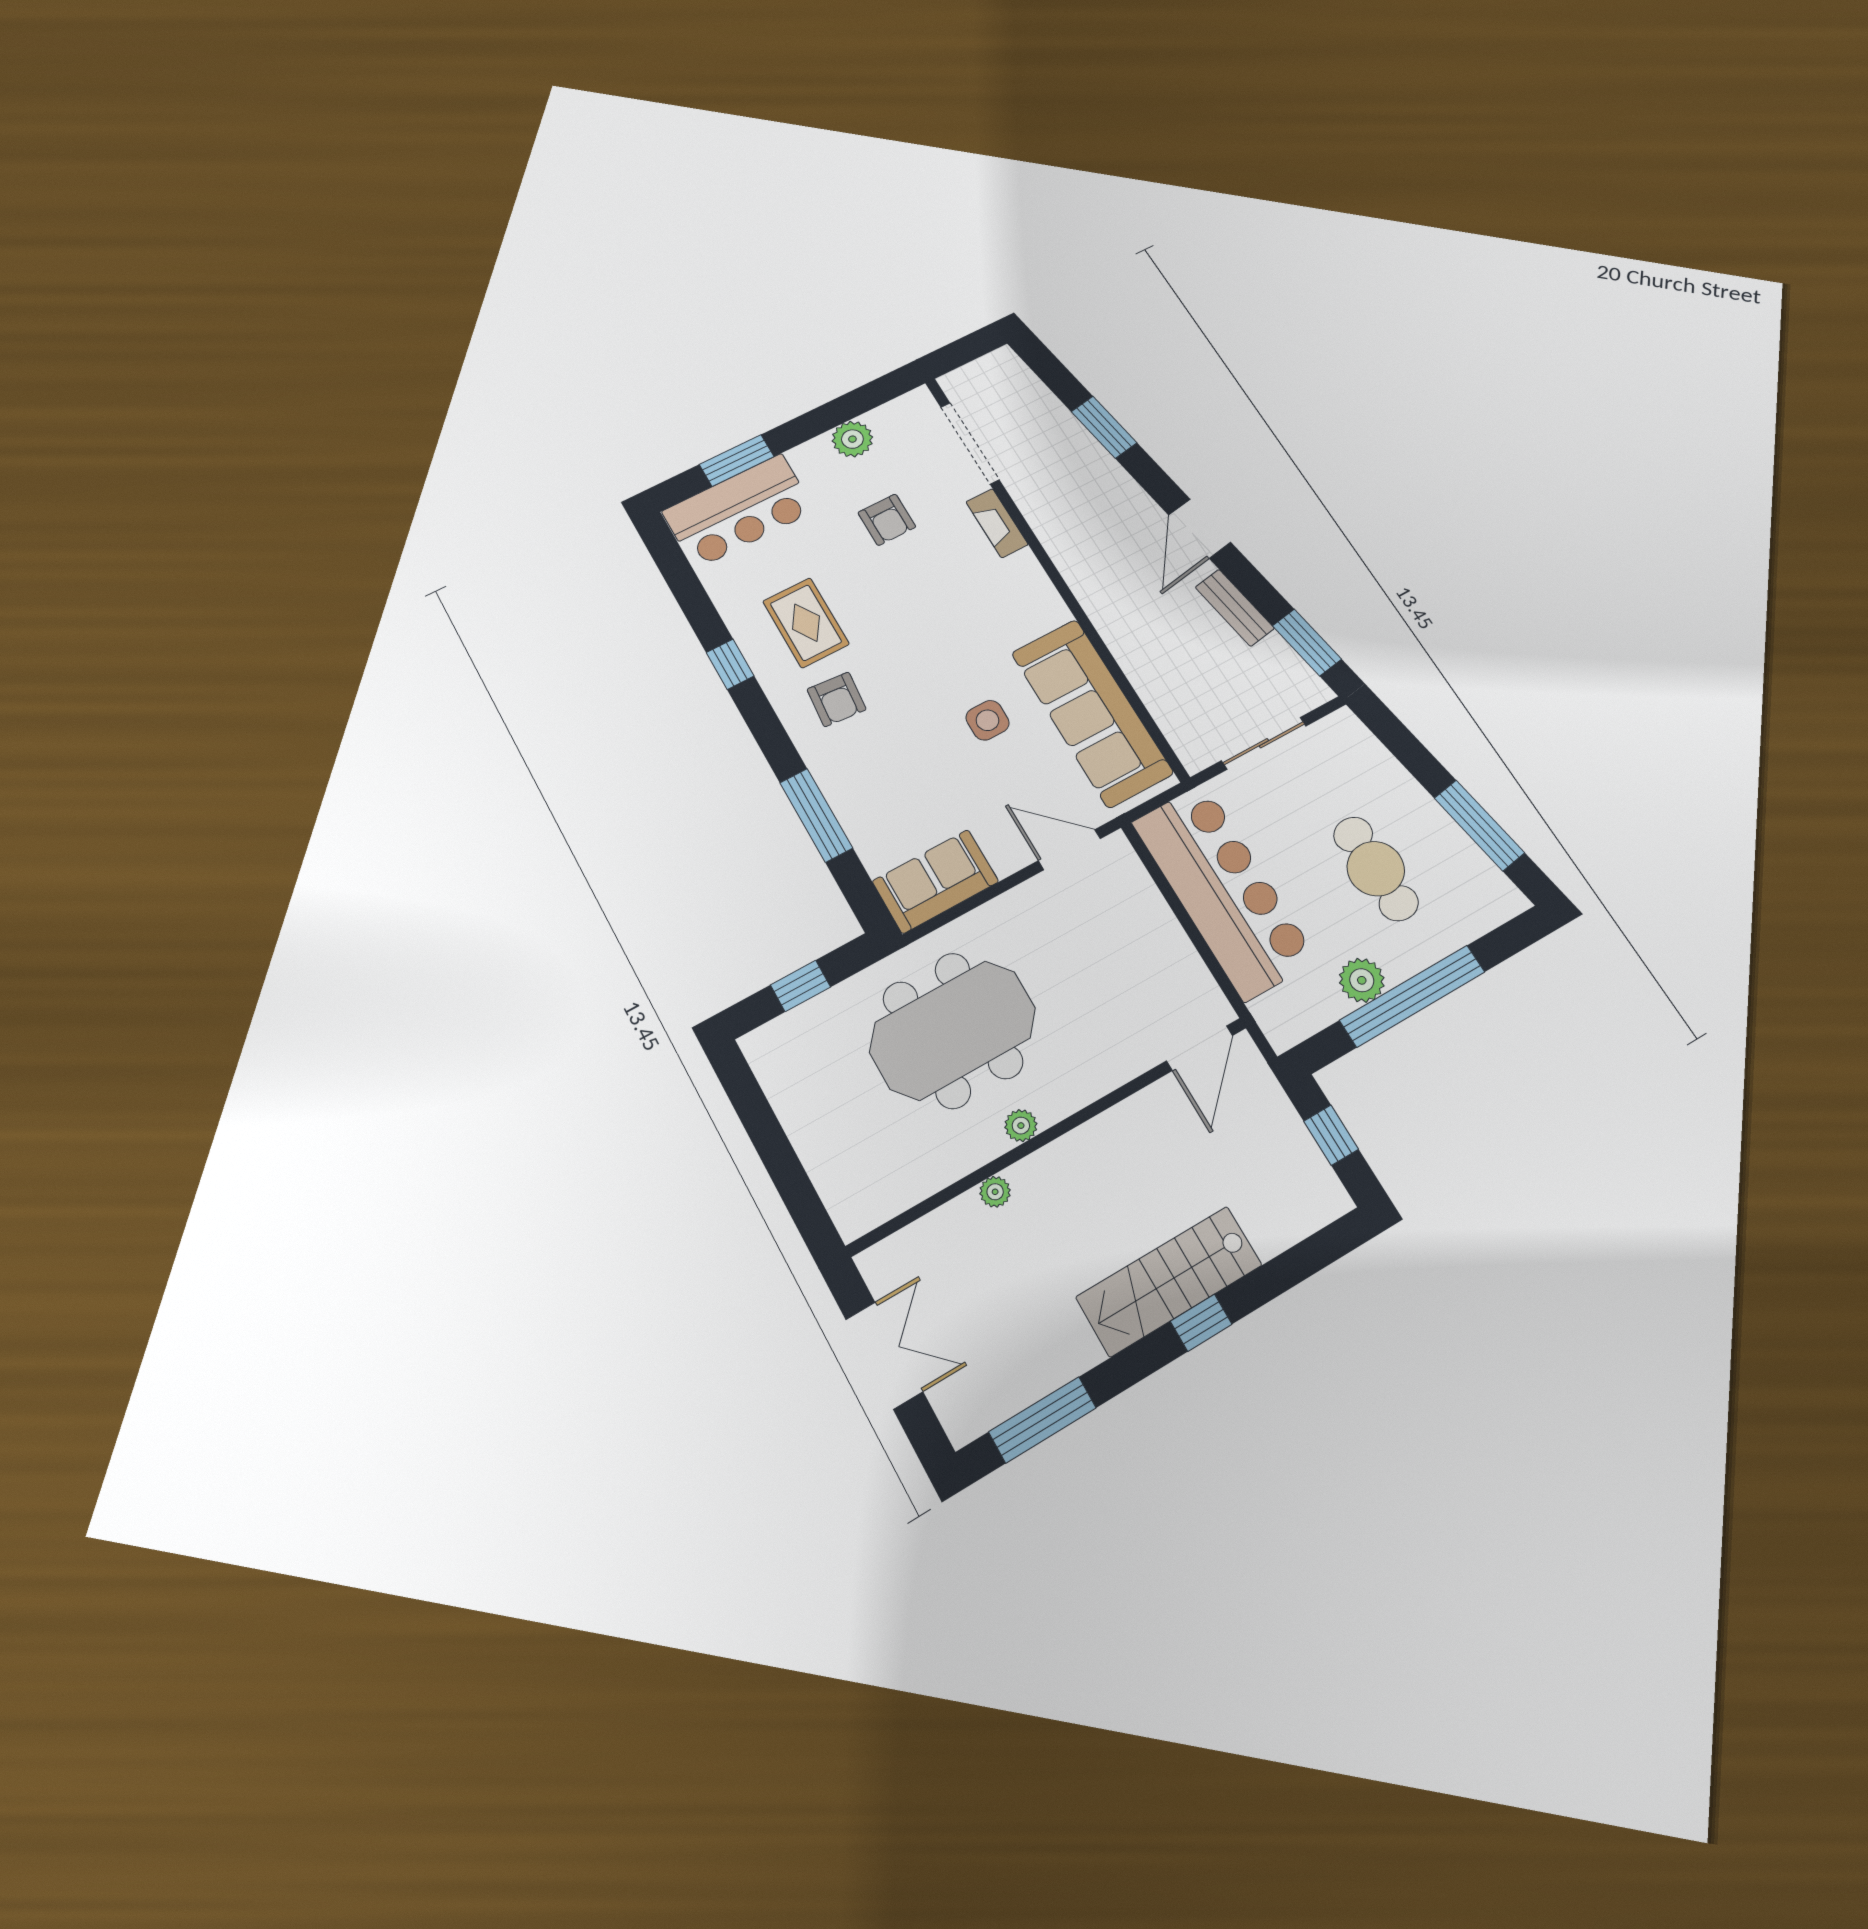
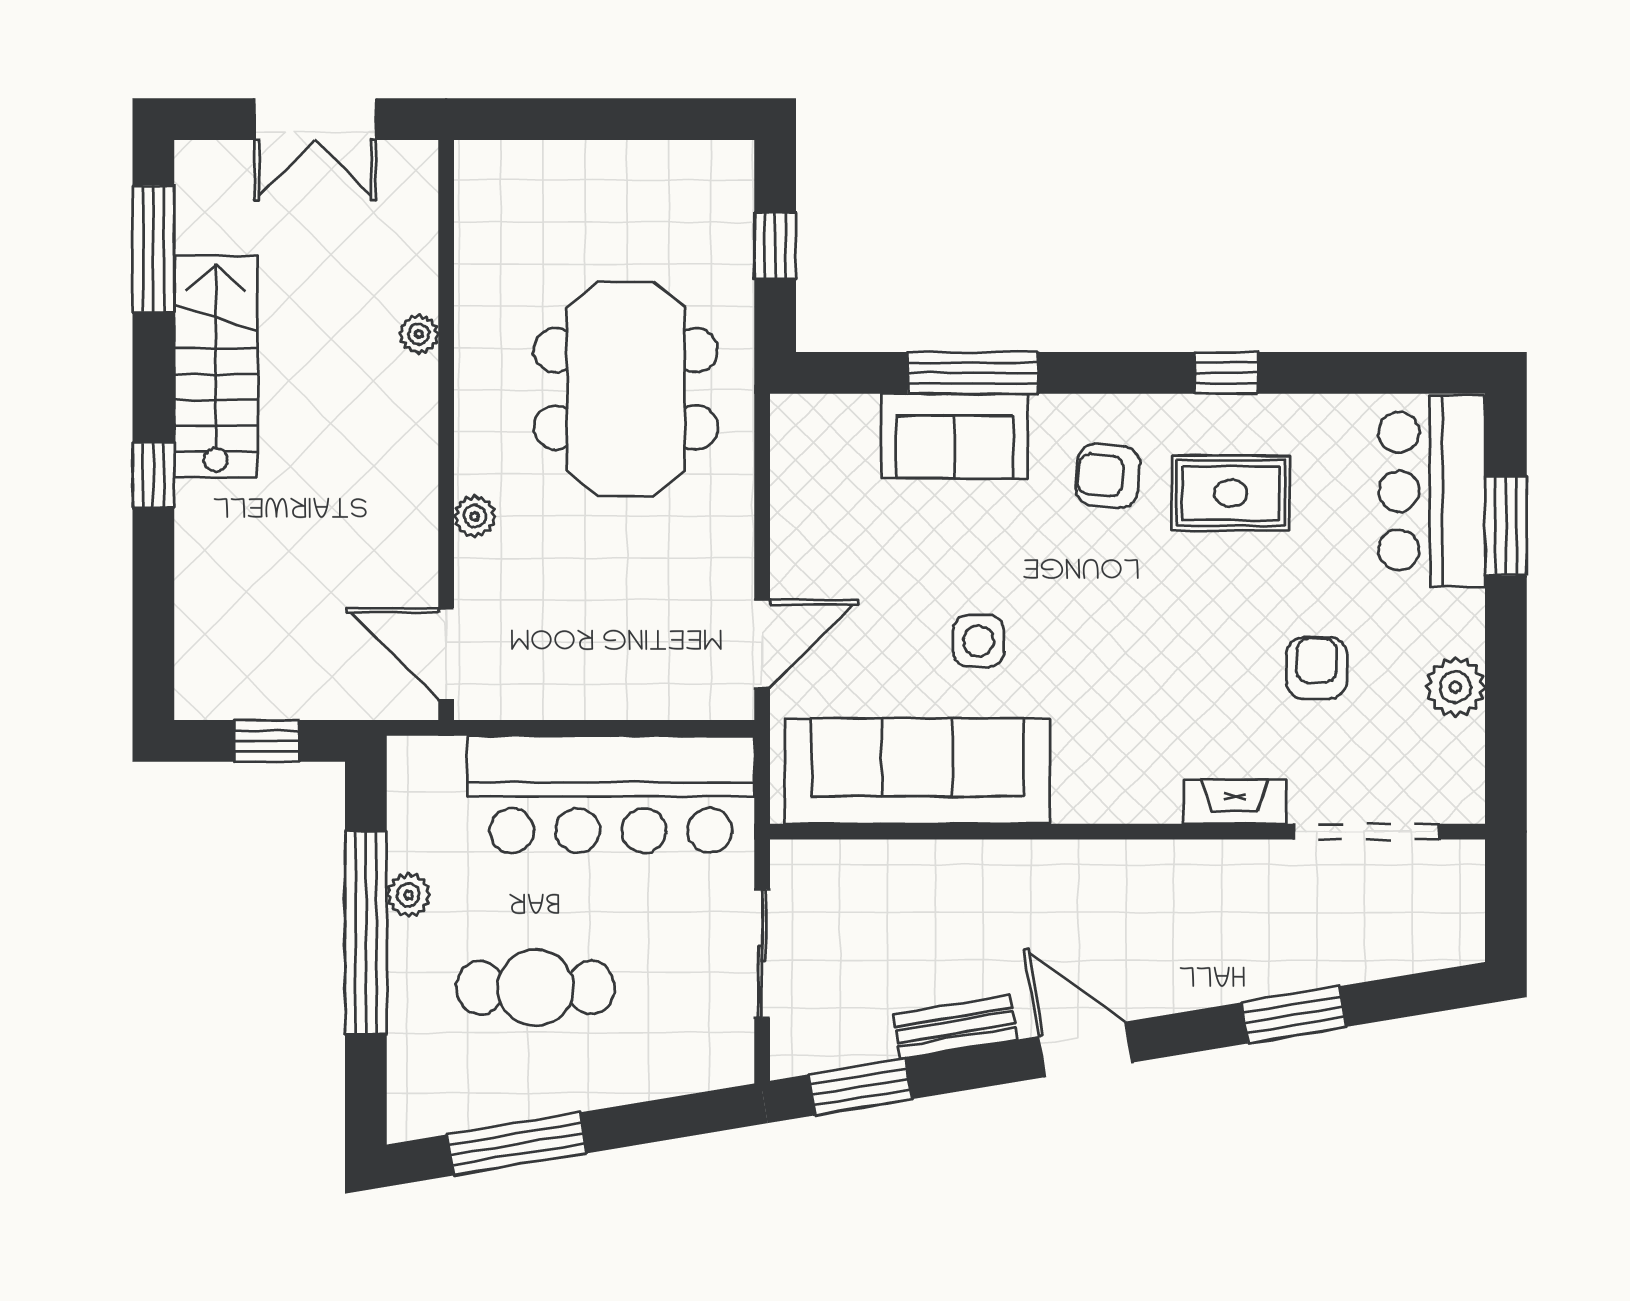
armchair: (887, 520) -> (1316, 668), turned 90
sofa: (935, 881) -> (954, 436), moved, turned 90
plant: (1362, 980) -> (408, 895), width x0.73, depth x0.73
plant: (1021, 1126) -> (475, 516), moved
stairs: (1169, 1281) -> (216, 367), moved

